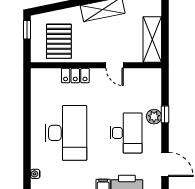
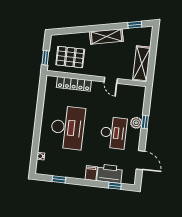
window: (27, 30) -> (45, 58), moved
pallet: (59, 41) -> (70, 57), turned 90
locker: (75, 76) -> (74, 84), width x1.53

